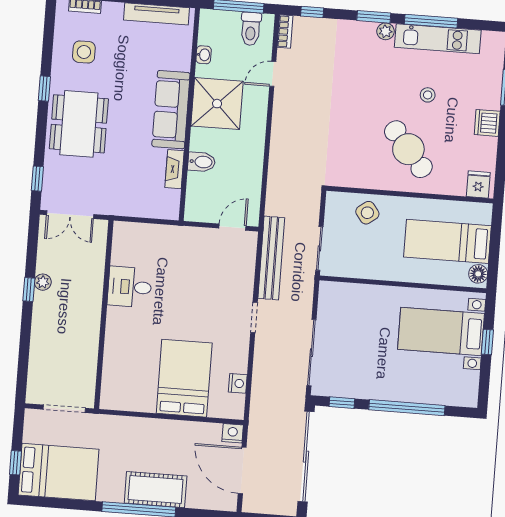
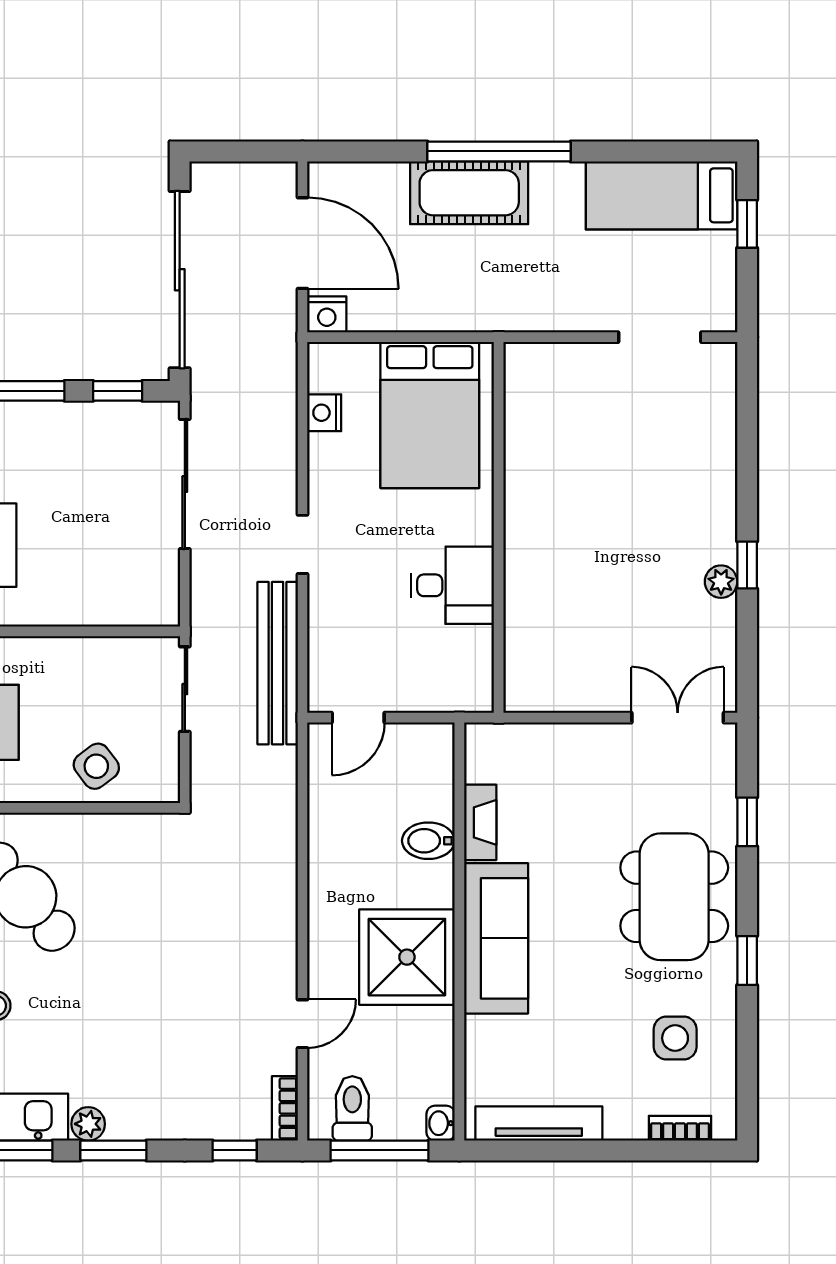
washbasin: (204, 55) -> (441, 1123), moved
window: (37, 179) -> (747, 822), moved
desk: (130, 287) -> (452, 585), moved
wall: (104, 315) -> (499, 527), moved
bed: (59, 472) -> (662, 195), width x0.67

